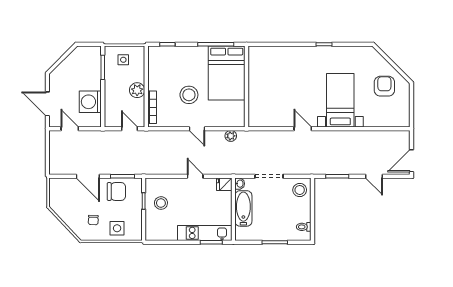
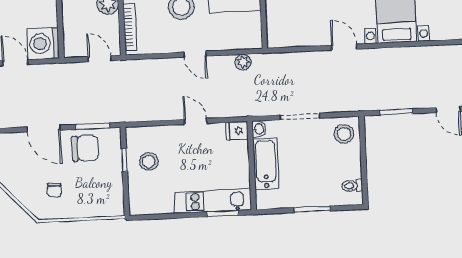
washing machine: (90, 102) -> (43, 44), moved
side table: (117, 228) -> (89, 200), removed

